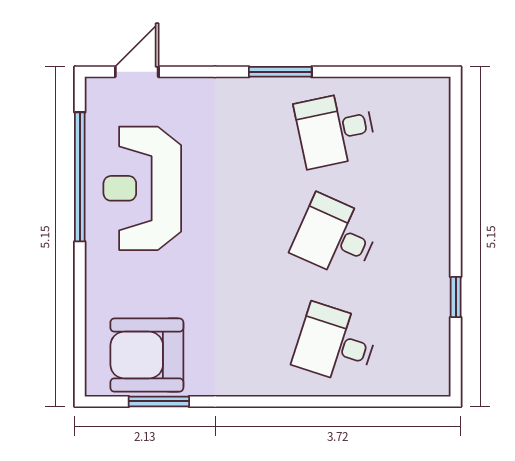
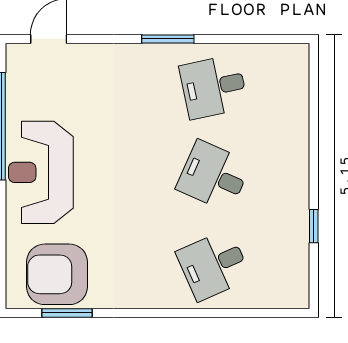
reception desk: (142, 188) -> (41, 172), moved
desk: (335, 344) -> (214, 265), turned -42

